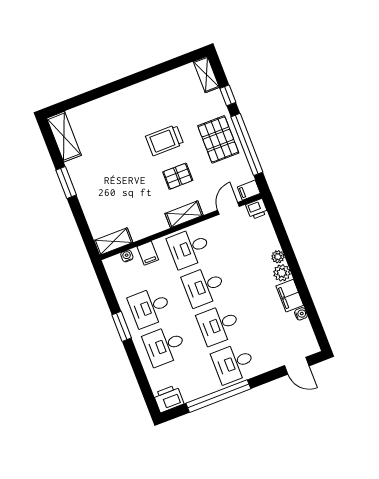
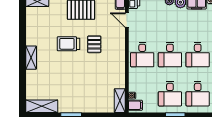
trolley: (165, 140) -> (68, 44), turned 90
shelving: (184, 214) -> (31, 58), moved
filing cabinet: (148, 253) -> (135, 105), moved

